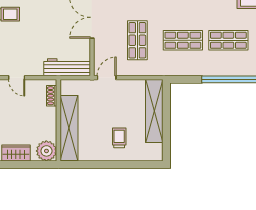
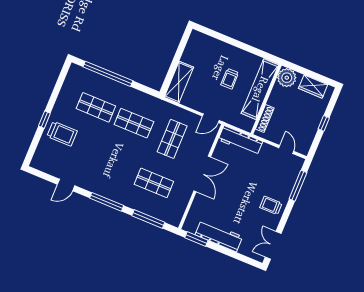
shoe rack: (52, 96) -> (265, 118), width x1.43
shelving: (154, 111) -> (179, 82), width x0.68
trolley: (119, 138) -> (230, 79), moved

